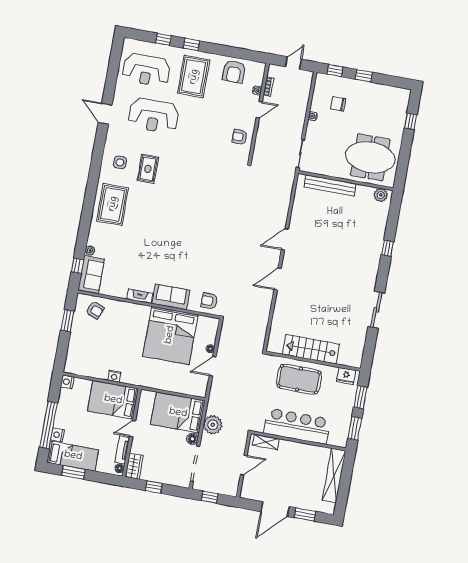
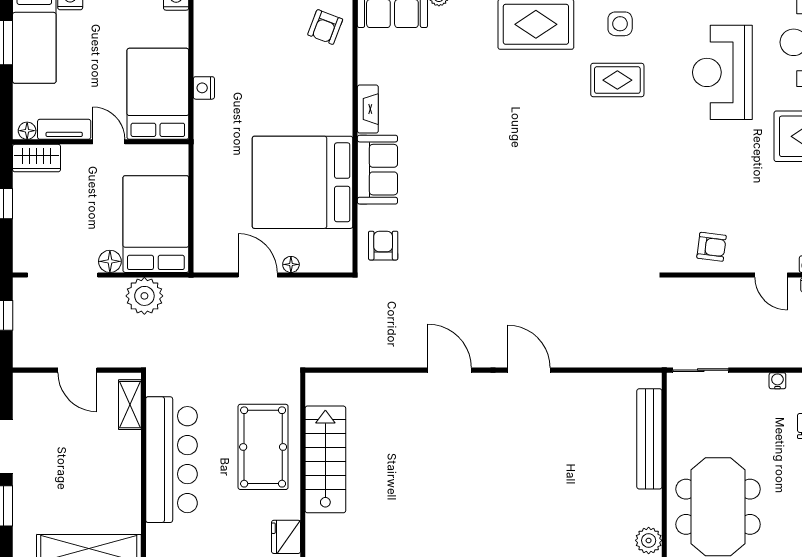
armchair: (240, 137) -> (712, 247), turned 97

